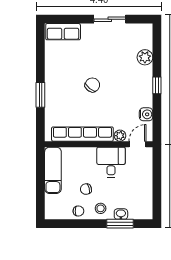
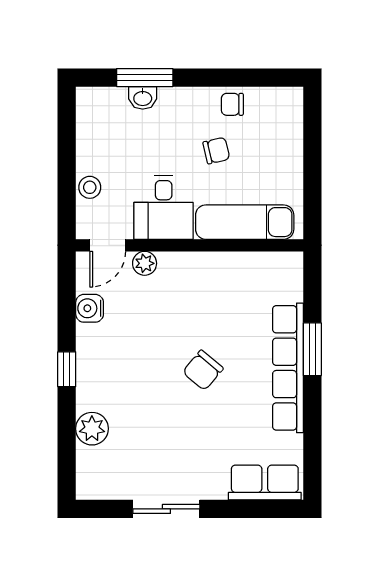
row of seats: (82, 134) -> (288, 368), moved, turned 90
exam couch: (53, 170) -> (245, 222), moved, turned 90
stool: (101, 208) -> (90, 187), moved

